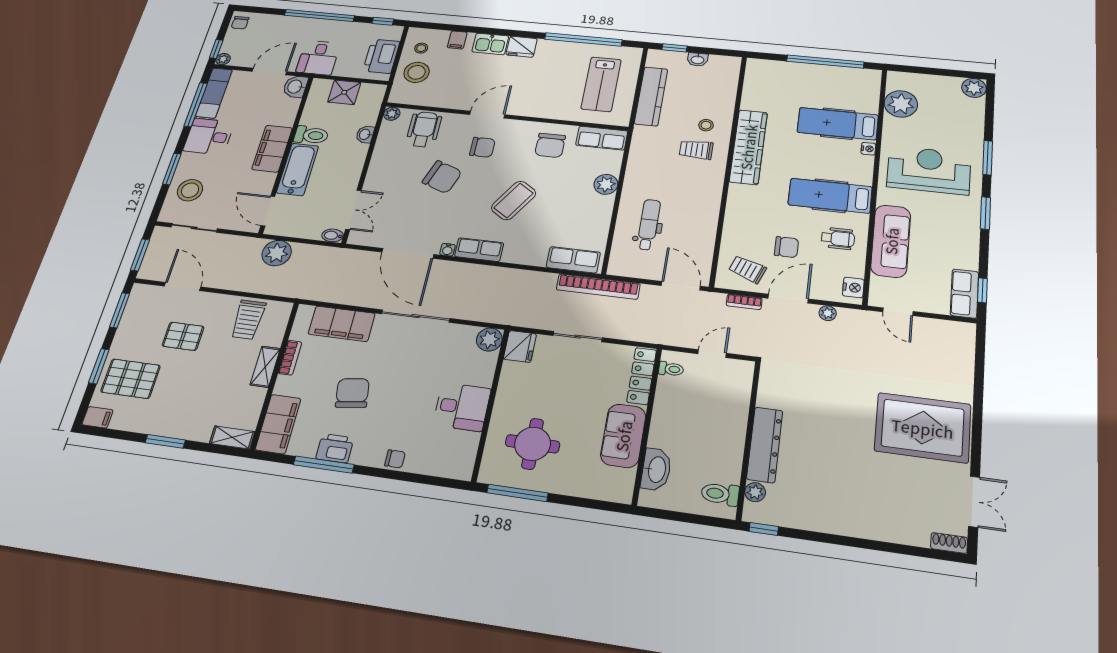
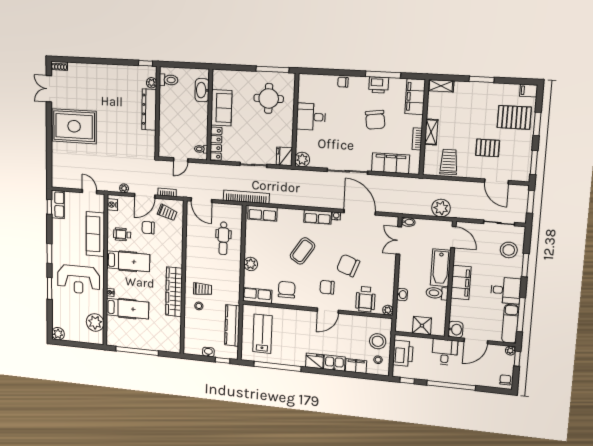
filing cabinet: (457, 40) -> (356, 366), width x2.00

